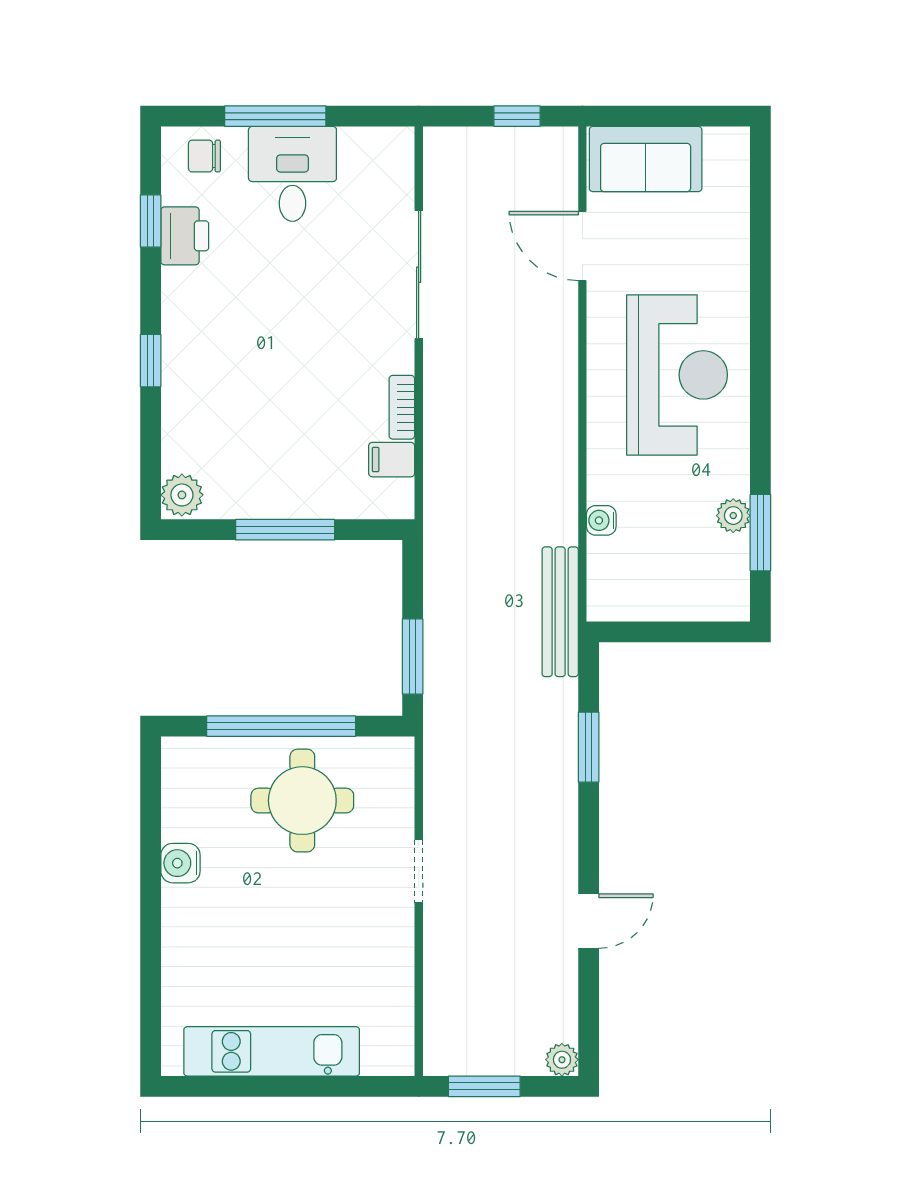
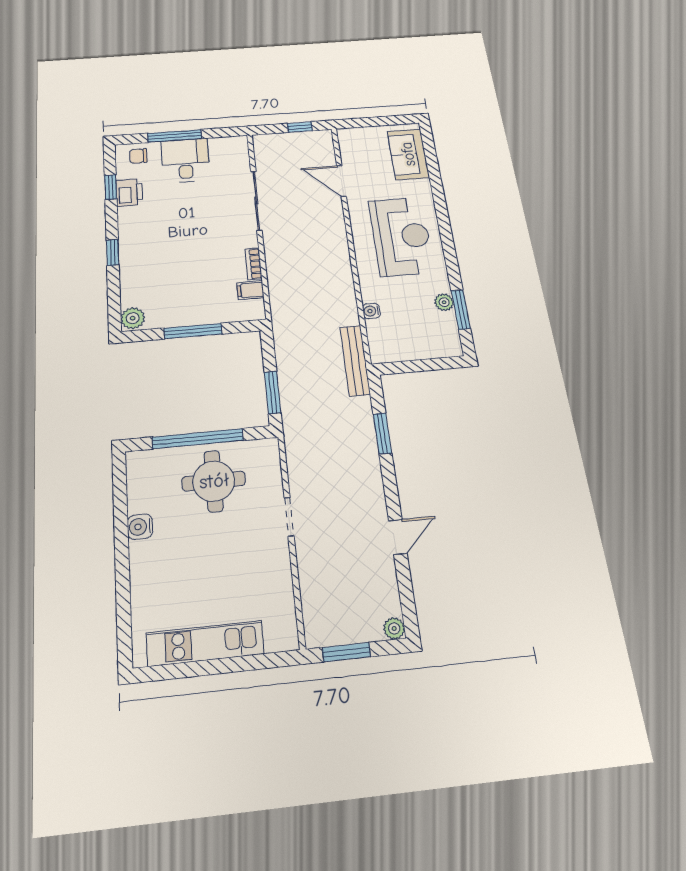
sofa: (646, 159) -> (408, 154), moved, turned 90

